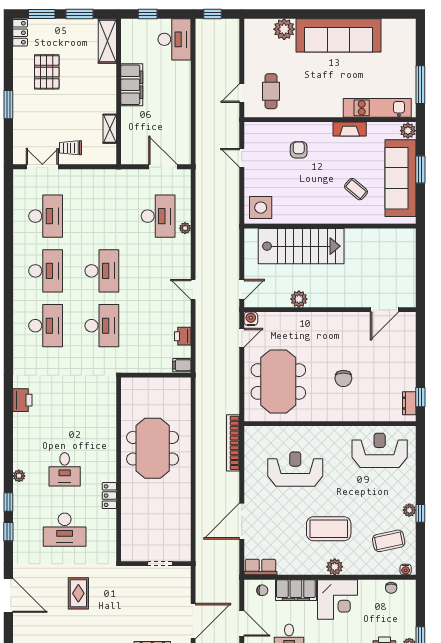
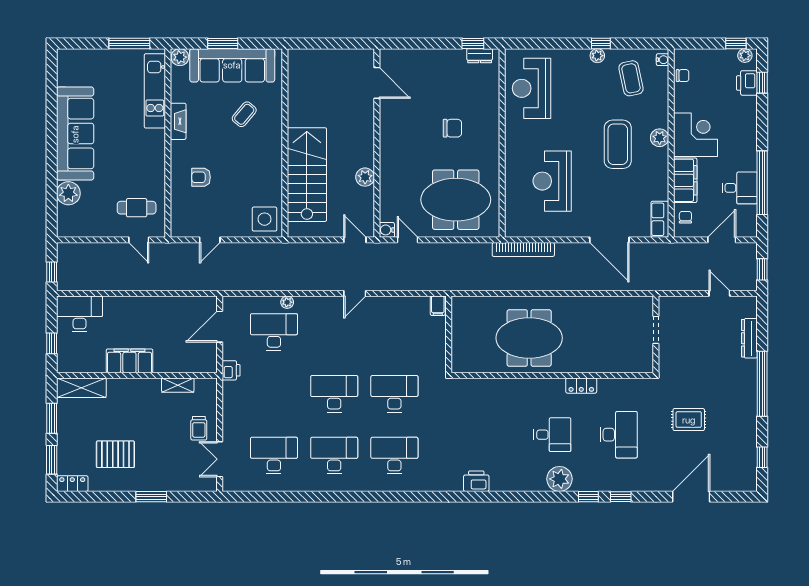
printer: (183, 336) -> (231, 370), moved, turned -90
plant: (19, 476) -> (559, 479), width x1.88, depth x1.88
door: (193, 621) -> (719, 293), width x0.53

